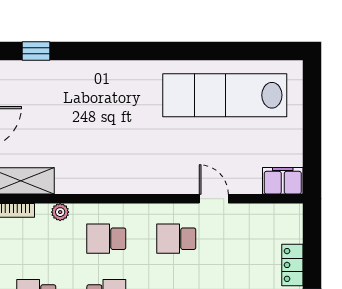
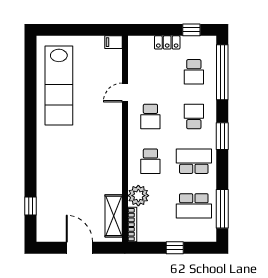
filing cabinet: (283, 181) -> (113, 42), width x0.50
plant: (60, 212) -> (138, 196), width x1.88, depth x1.88

